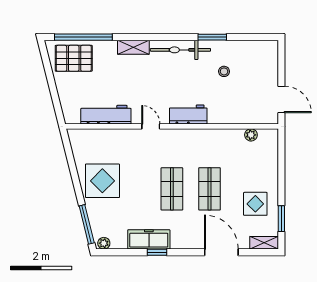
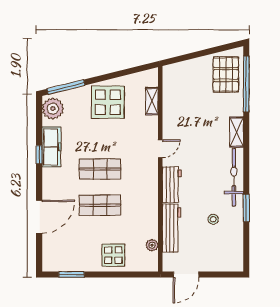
workbench: (106, 115) -> (172, 228), moved
display table: (255, 204) -> (113, 255), moved
plant: (104, 243) -> (53, 109), width x1.88, depth x1.88
shelving: (264, 243) -> (152, 101), moved

